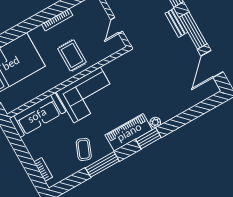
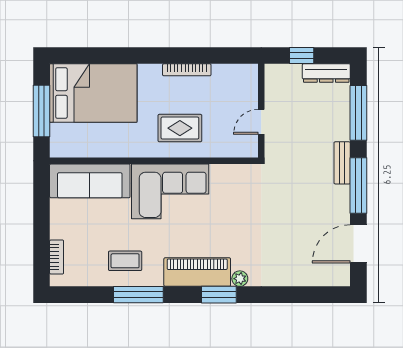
rug: (72, 55) -> (180, 128), turned 90
coffee table: (84, 149) -> (125, 261), turned 68

